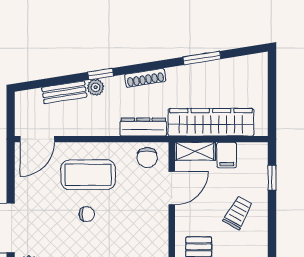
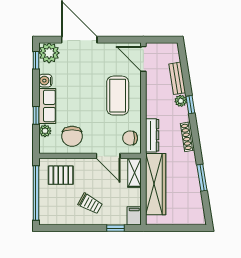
filing cabinet: (227, 155) -> (134, 216), moved, turned 90
chair: (87, 214) -> (72, 136), moved, width x1.87, depth x1.87

